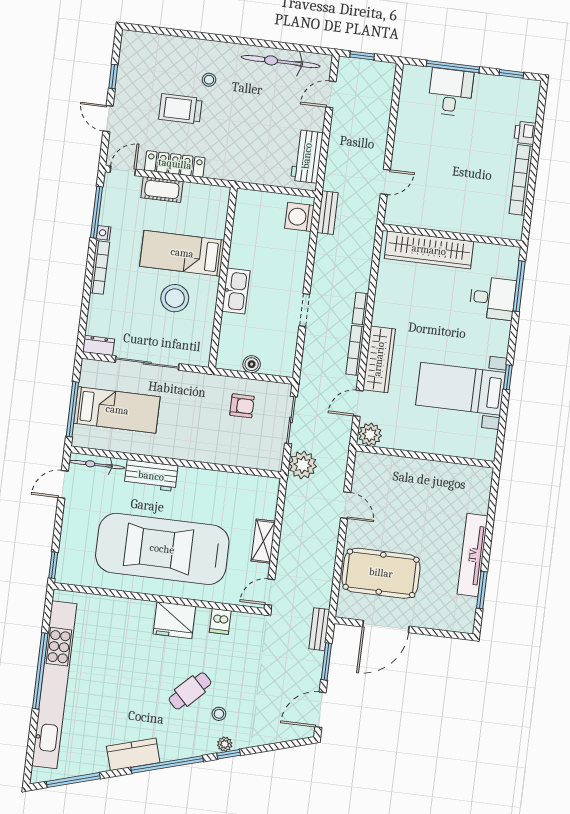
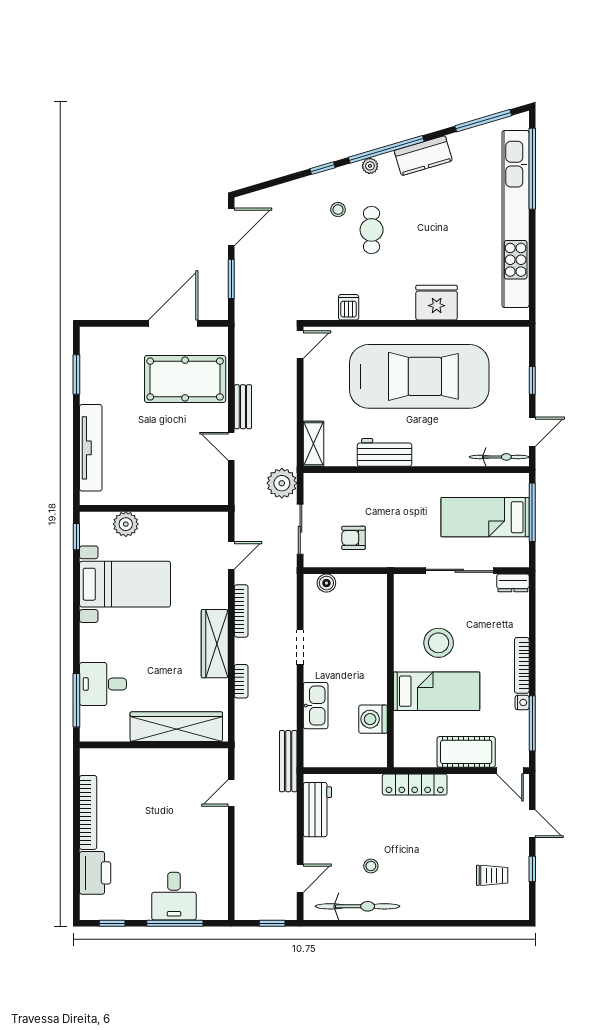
stool: (209, 80) -> (371, 866), moved
trolley: (180, 109) -> (492, 875), moved, width x0.73, depth x0.72
printer: (525, 133) -> (95, 873), width x1.87, depth x1.48
locker: (175, 164) -> (415, 784), moved
door: (123, 171) -> (510, 771), hinge flipped
cot: (162, 189) -> (466, 752), width x1.37, depth x1.34
bench: (328, 213) -> (288, 761), width x1.36
washing machine: (299, 217) -> (373, 719), moved, turned 180
kitchen sink: (236, 291) -> (316, 706), moved, turned 180
bookcase: (360, 309) -> (241, 681), moved
wardrobe: (379, 359) -> (215, 644), moved
boiler: (252, 364) -> (326, 583), moved
window: (508, 377) -> (76, 537), moved
plant: (370, 435) -> (126, 524), moved
workbench: (151, 476) -> (385, 452), moved
shelving: (263, 541) -> (313, 444), moved
tv unit: (473, 555) -> (91, 448), moved
window: (53, 565) -> (532, 380), moved
fridge: (174, 620) -> (437, 303), moved
bench: (319, 629) -> (243, 407), moved
window: (40, 671) -> (532, 169), moved
cafe table: (190, 691) -> (372, 230), turned -45
plant: (225, 744) -> (370, 166), moved

